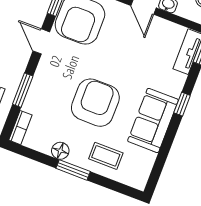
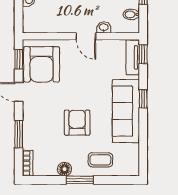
armchair: (95, 103) -> (77, 123), width x0.73, depth x0.73
sofa: (153, 120) -> (126, 111), width x1.36

